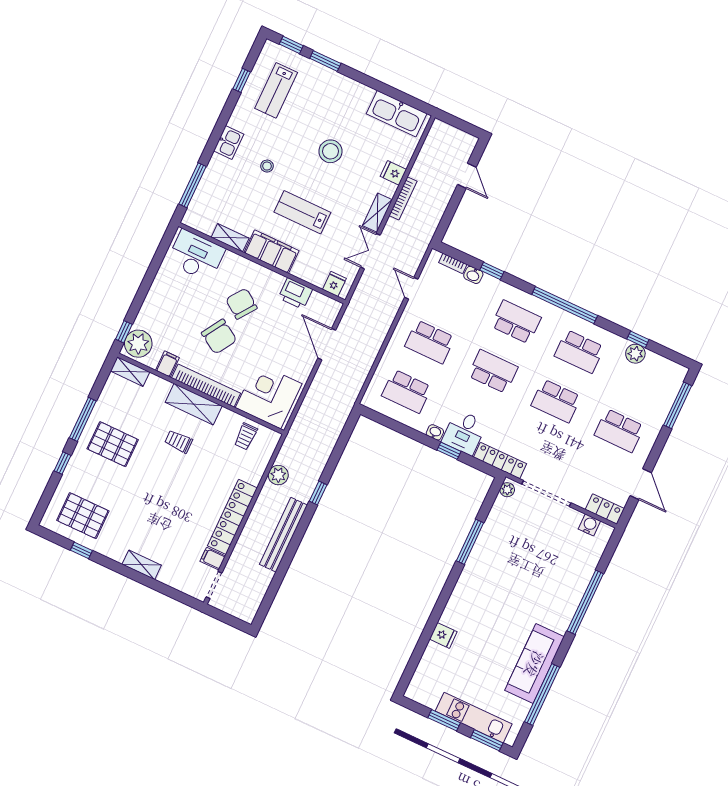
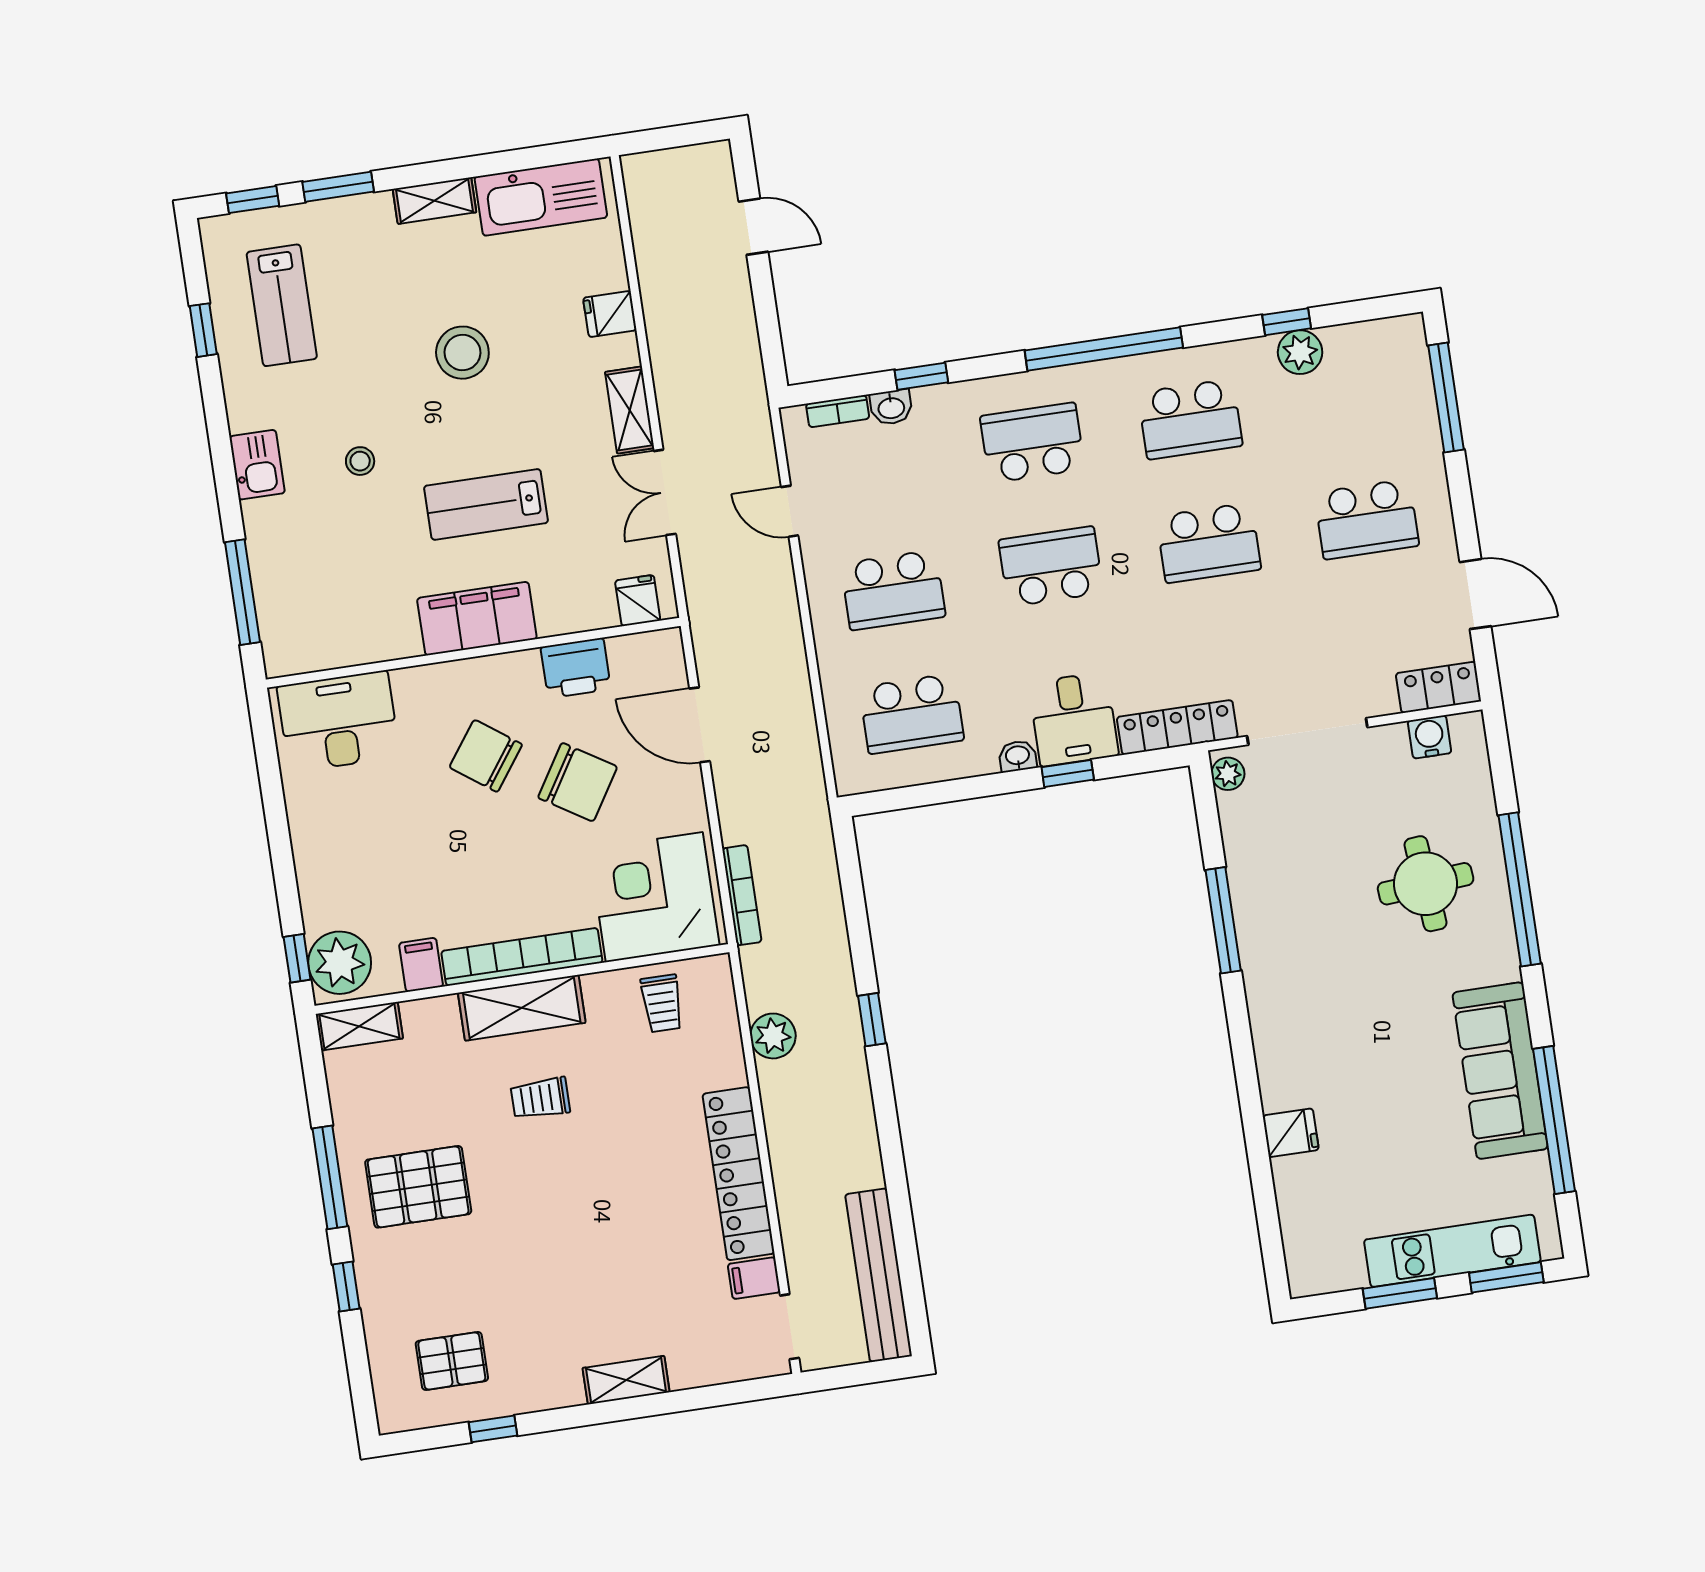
bookcase: (403, 198) -> (742, 895), moved
shelving: (230, 238) -> (434, 201), moved
chair: (219, 337) -> (578, 782), moved
pallet: (83, 516) -> (452, 1361), width x0.67, depth x0.71
bench: (284, 535) -> (878, 1275), moved
round table: (553, 577) -> (1426, 884), added

